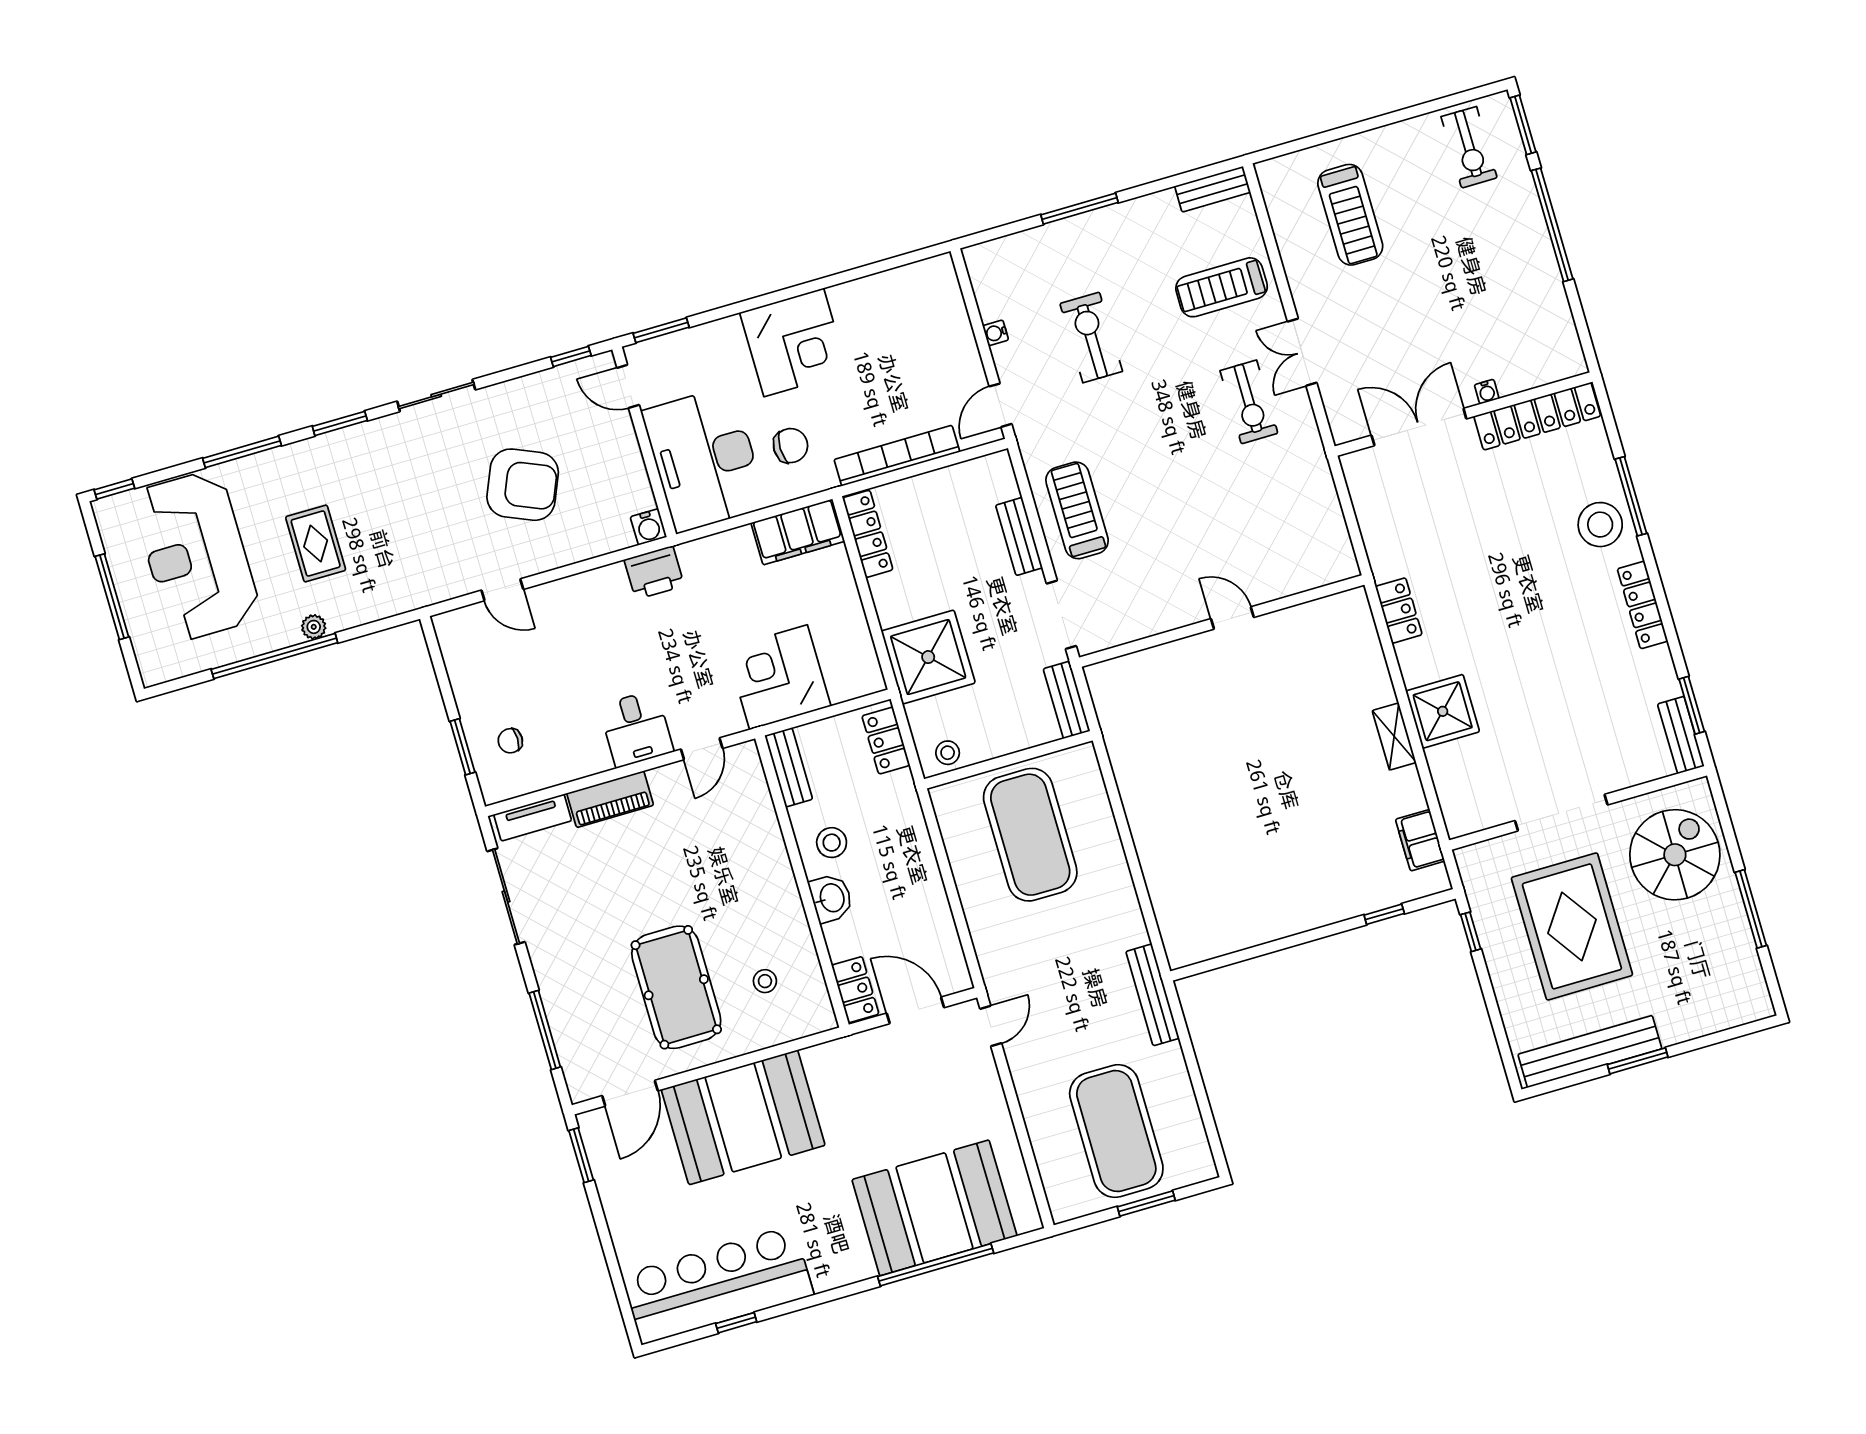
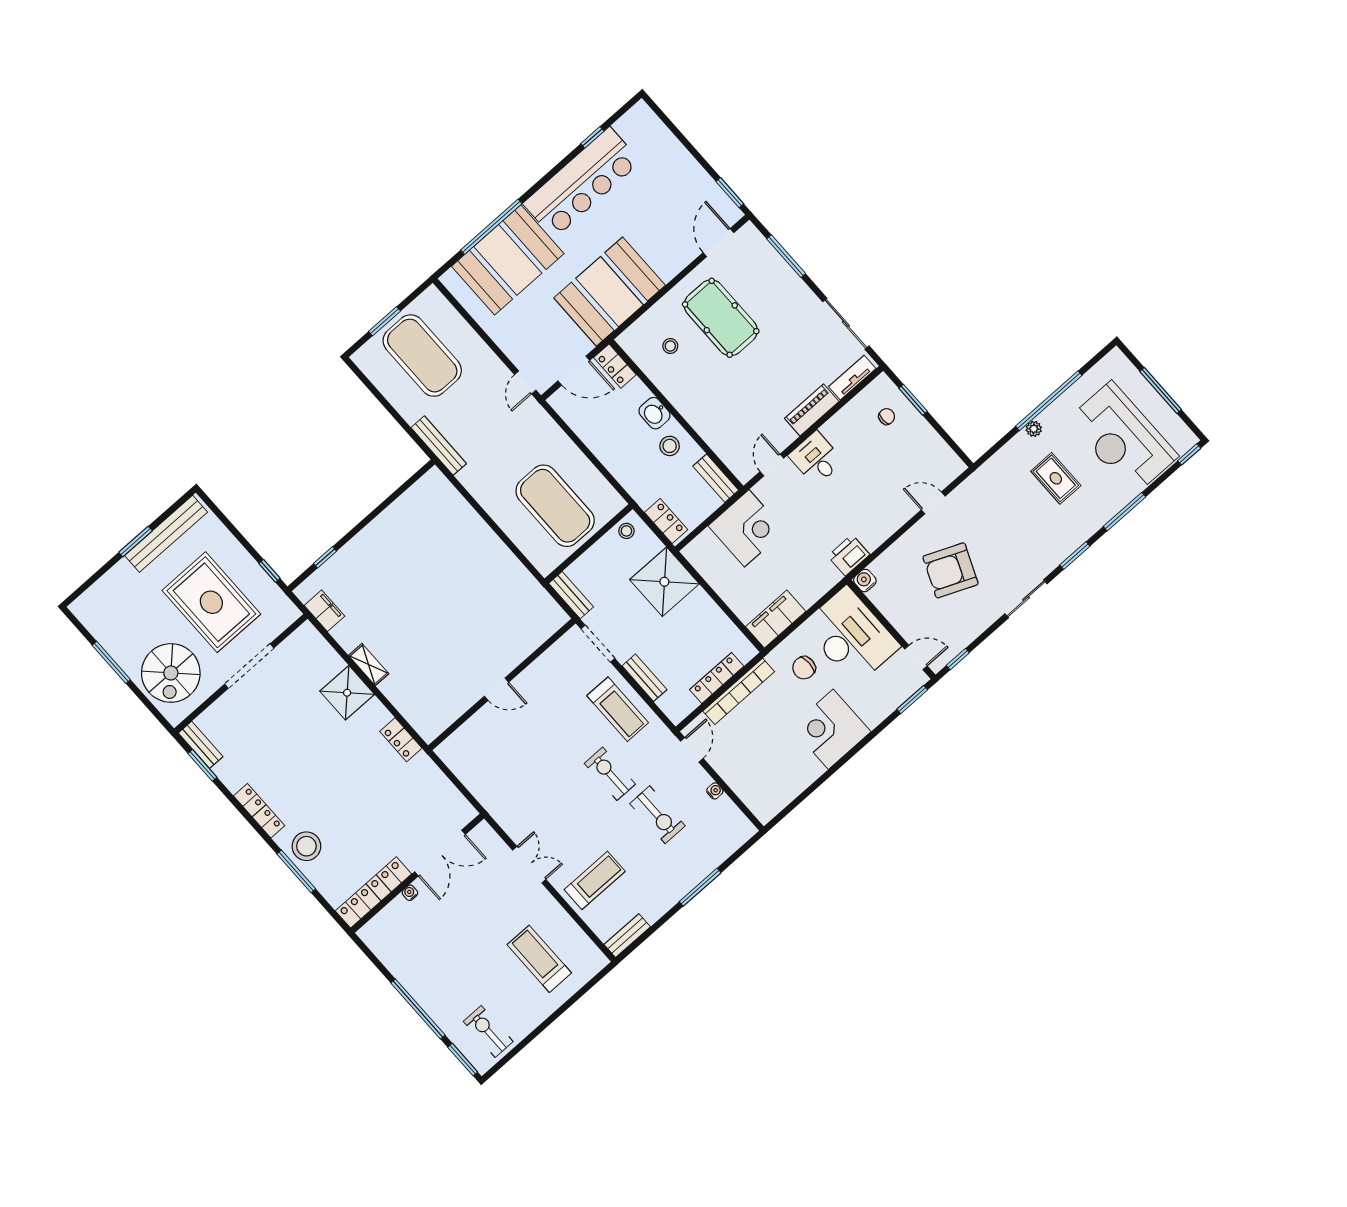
exercise bike: (1249, 402) -> (610, 774), moved
locker: (868, 534) -> (717, 678), moved, turned 90
reception desk: (196, 556) -> (1123, 438), turned 180
booth: (743, 1117) -> (610, 292), moved
bar counter: (718, 1285) -> (582, 183), moved

